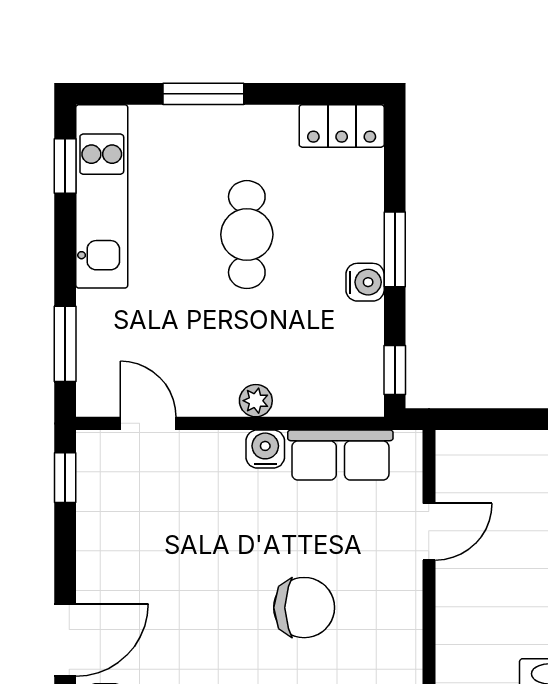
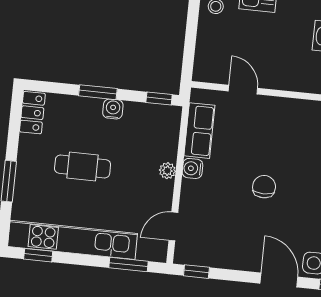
kitchen unit: (102, 196) -> (73, 240), width x1.36
chair: (304, 608) -> (264, 187), moved, width x0.73, depth x0.73

